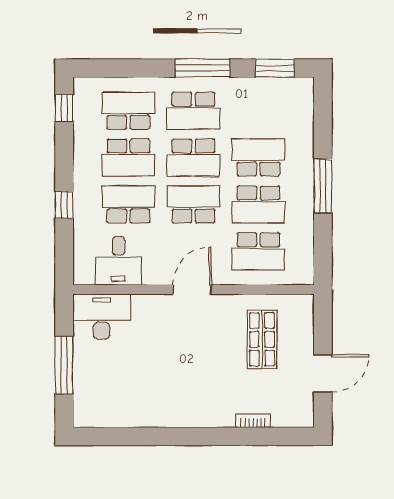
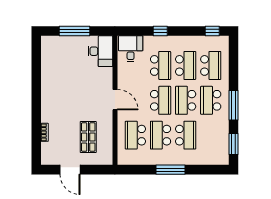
school desk: (128, 158) -> (186, 65), turned 180
desk: (118, 261) -> (131, 49), moved, turned 90
shop shelf: (262, 339) -> (88, 137), turned 90

